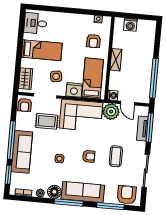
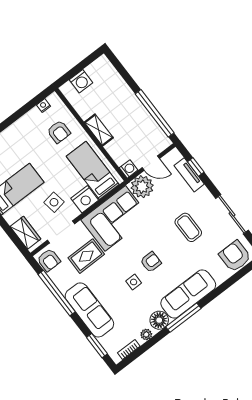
window: (150, 127) -> (196, 167), width x0.46
window: (11, 140) -> (57, 293), moved
armchair: (89, 156) -> (151, 262), moved
window: (110, 206) -> (229, 283), removed

